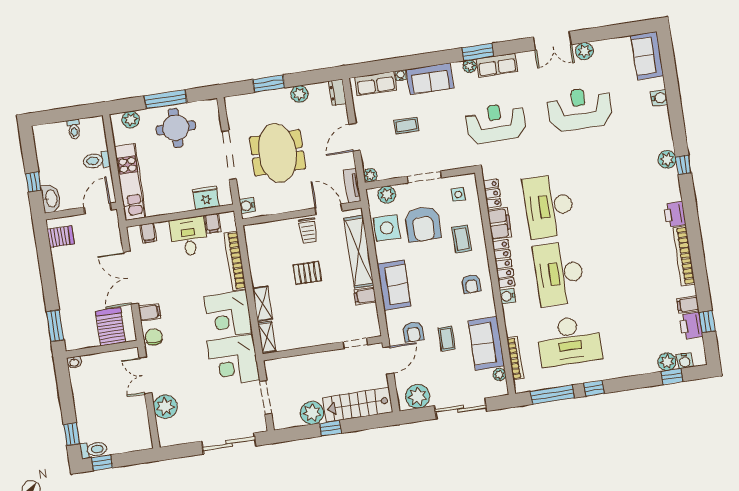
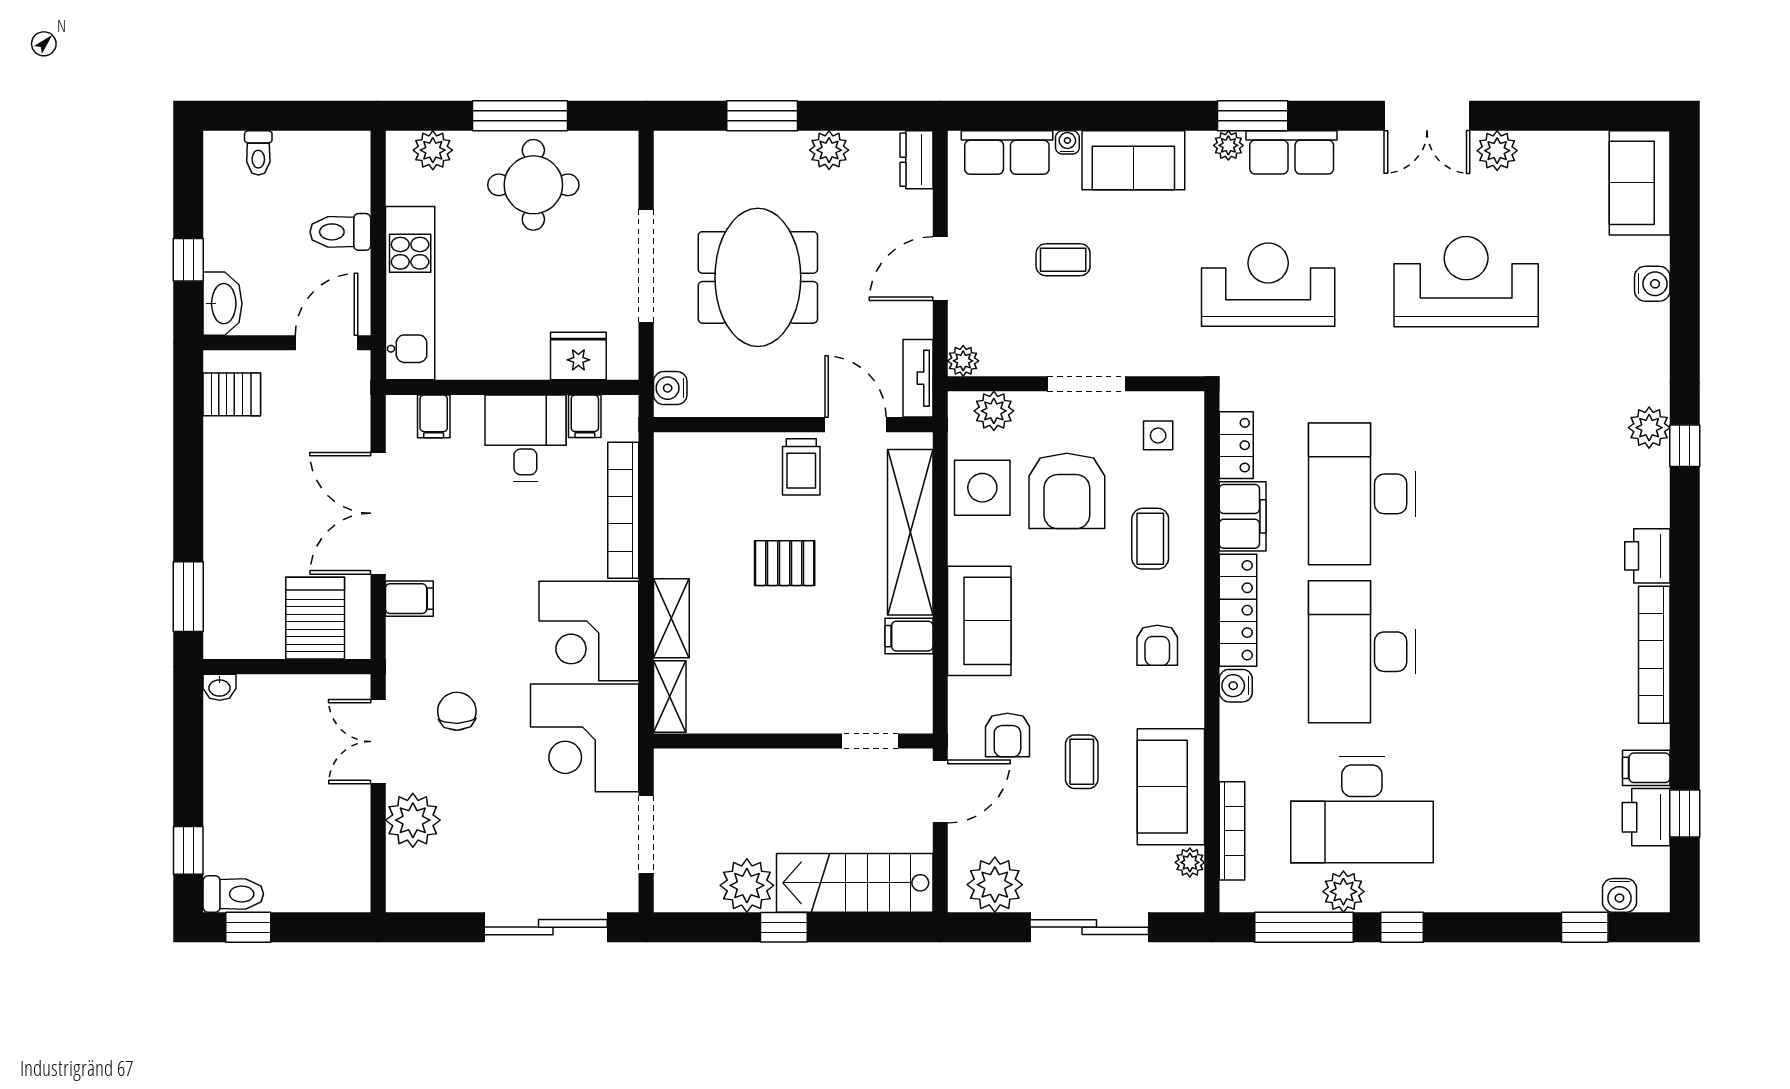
toilet: (74, 129) -> (258, 153), moved
chair: (154, 337) -> (457, 711), moved
plant: (667, 362) -> (1343, 892), moved

